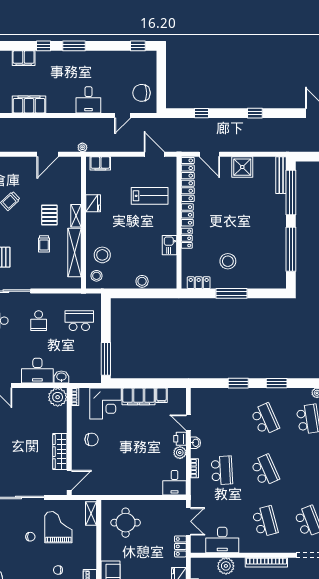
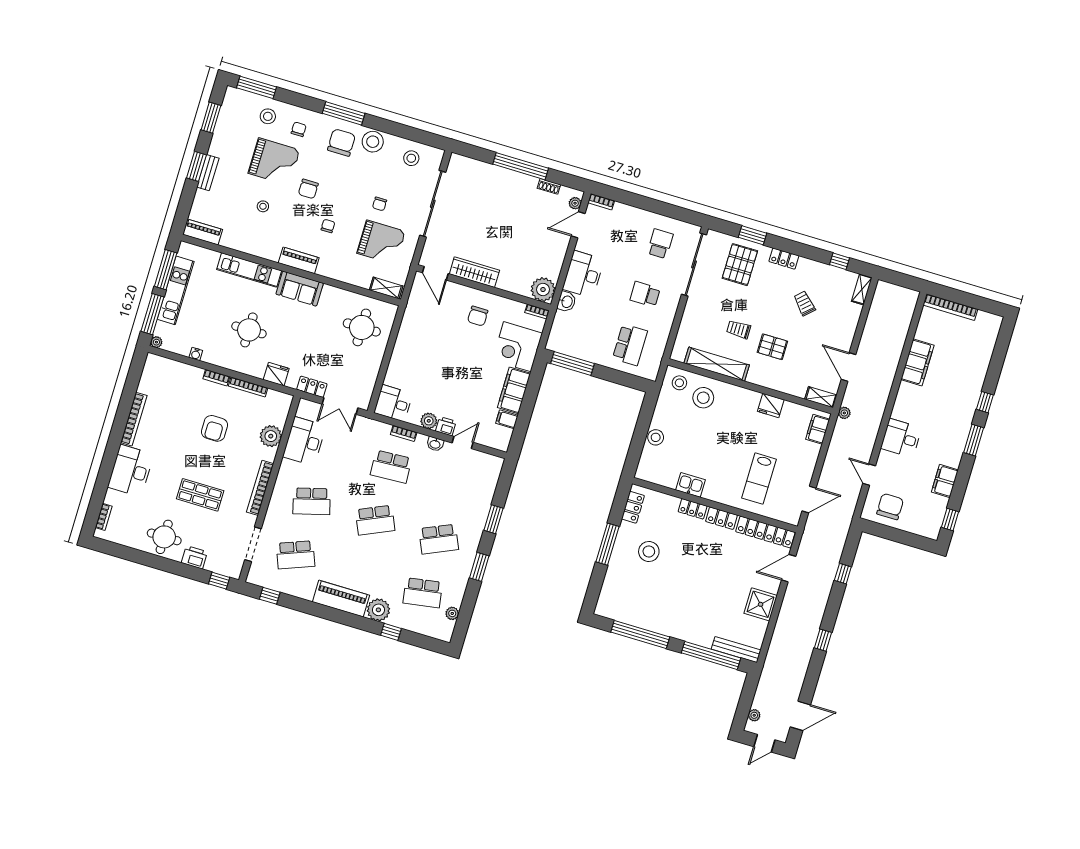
filing cabinet: (24, 58) -> (945, 481), moved
shelving: (76, 216) -> (821, 397), moved

